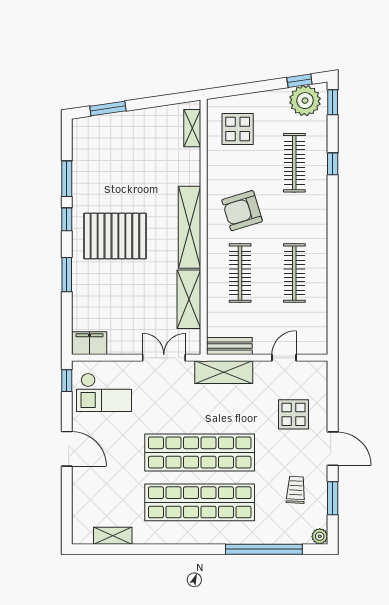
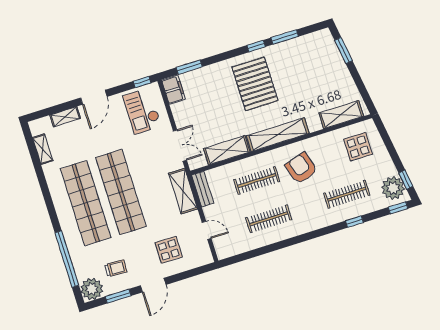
shelving: (192, 128) -> (341, 115), width x1.50, depth x1.33
window: (67, 275) -> (189, 67), moved
shelving: (80, 494) -> (65, 117), added
plant: (320, 536) -> (92, 289), width x1.88, depth x1.88

